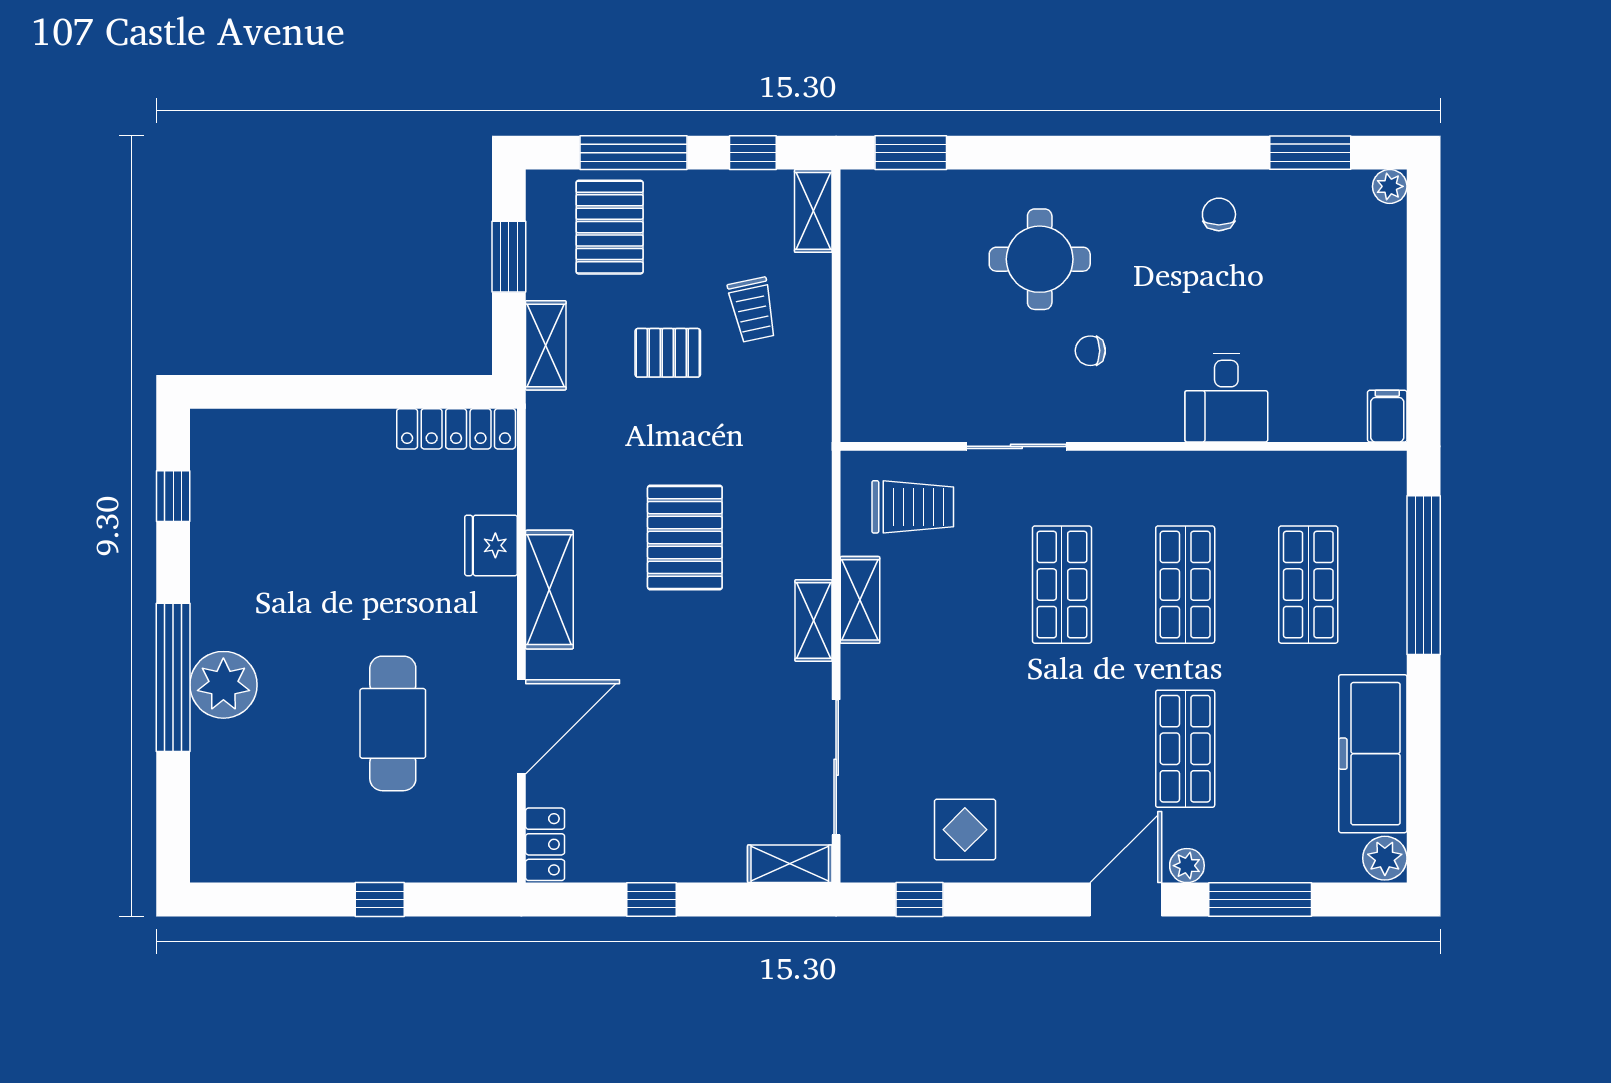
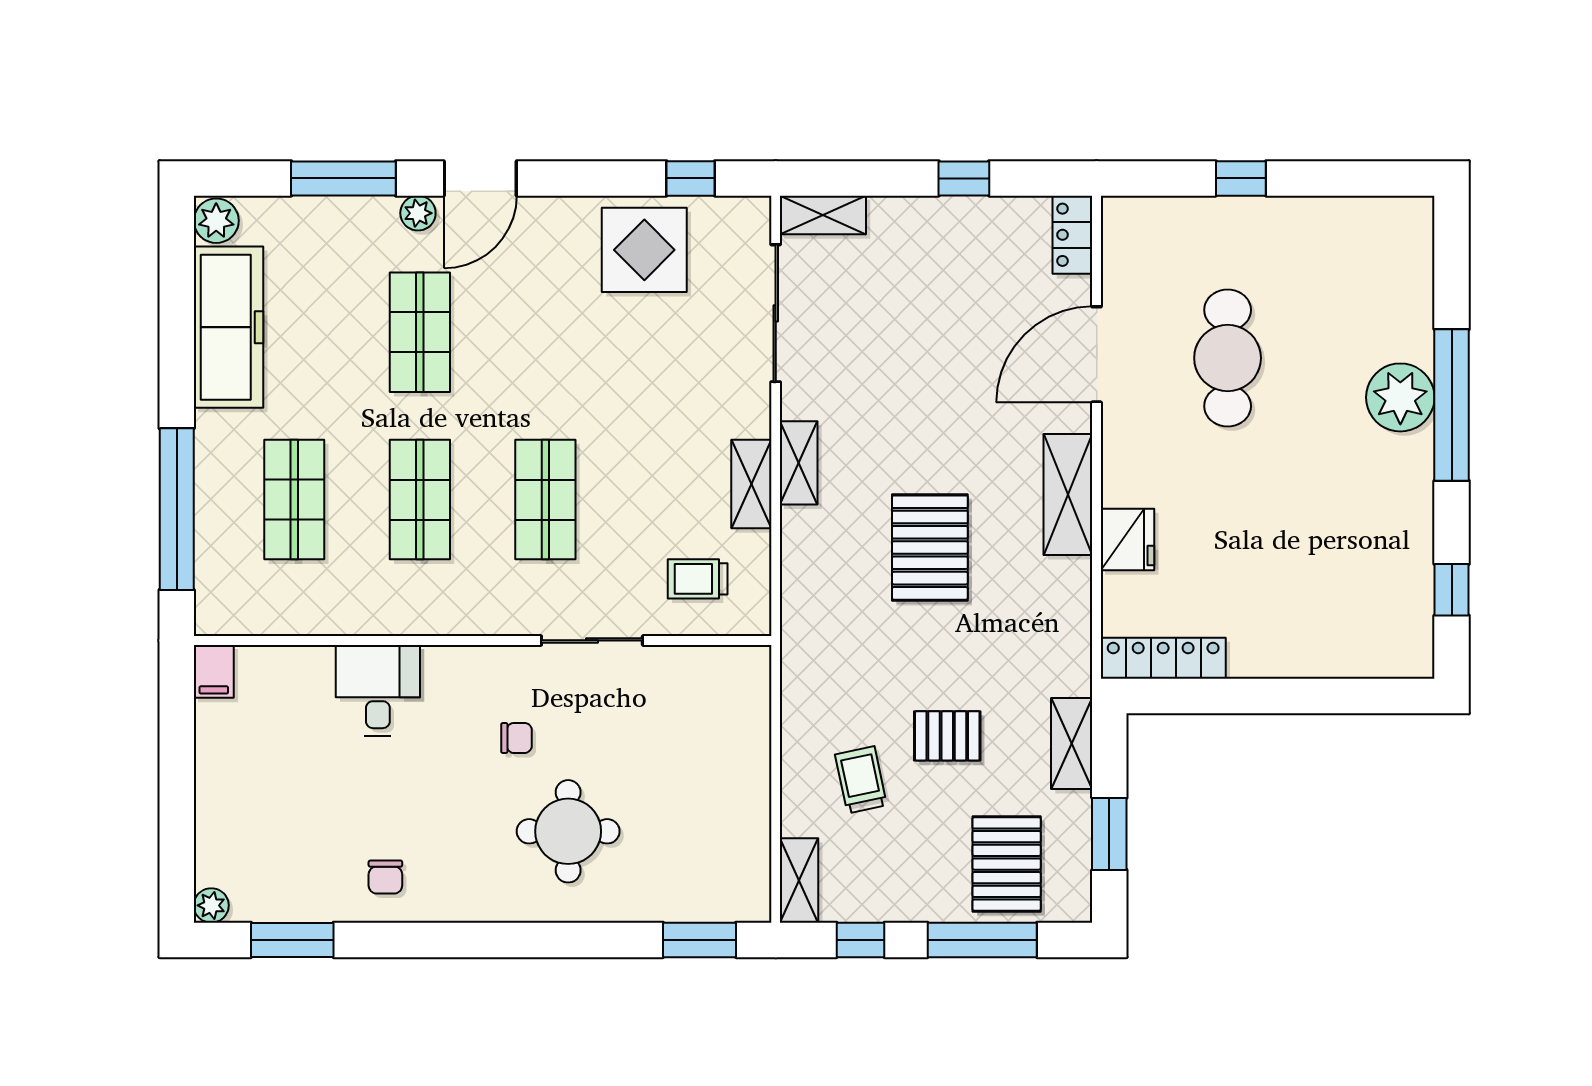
trolley: (913, 507) -> (698, 579), width x0.73, depth x0.72
display table: (965, 830) -> (644, 250), width x1.36, depth x1.36

